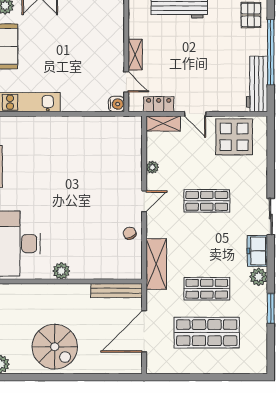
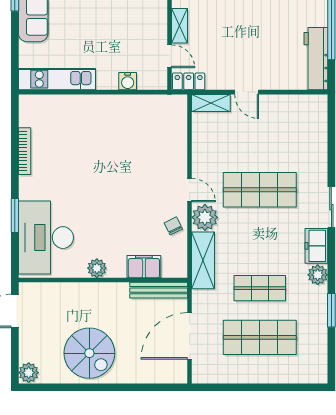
water cooler: (116, 104) -> (128, 81), moved, turned 90
locker: (159, 104) -> (189, 81), moved
display table: (234, 137) -> (290, 118), removed
plant: (152, 167) -> (205, 217), moved, width x1.88, depth x1.88
door: (144, 201) -> (190, 190), hinge flipped
shop shelf: (207, 201) -> (260, 190), width x1.43, depth x1.36
filing cabinet: (103, 269) -> (144, 267), added

